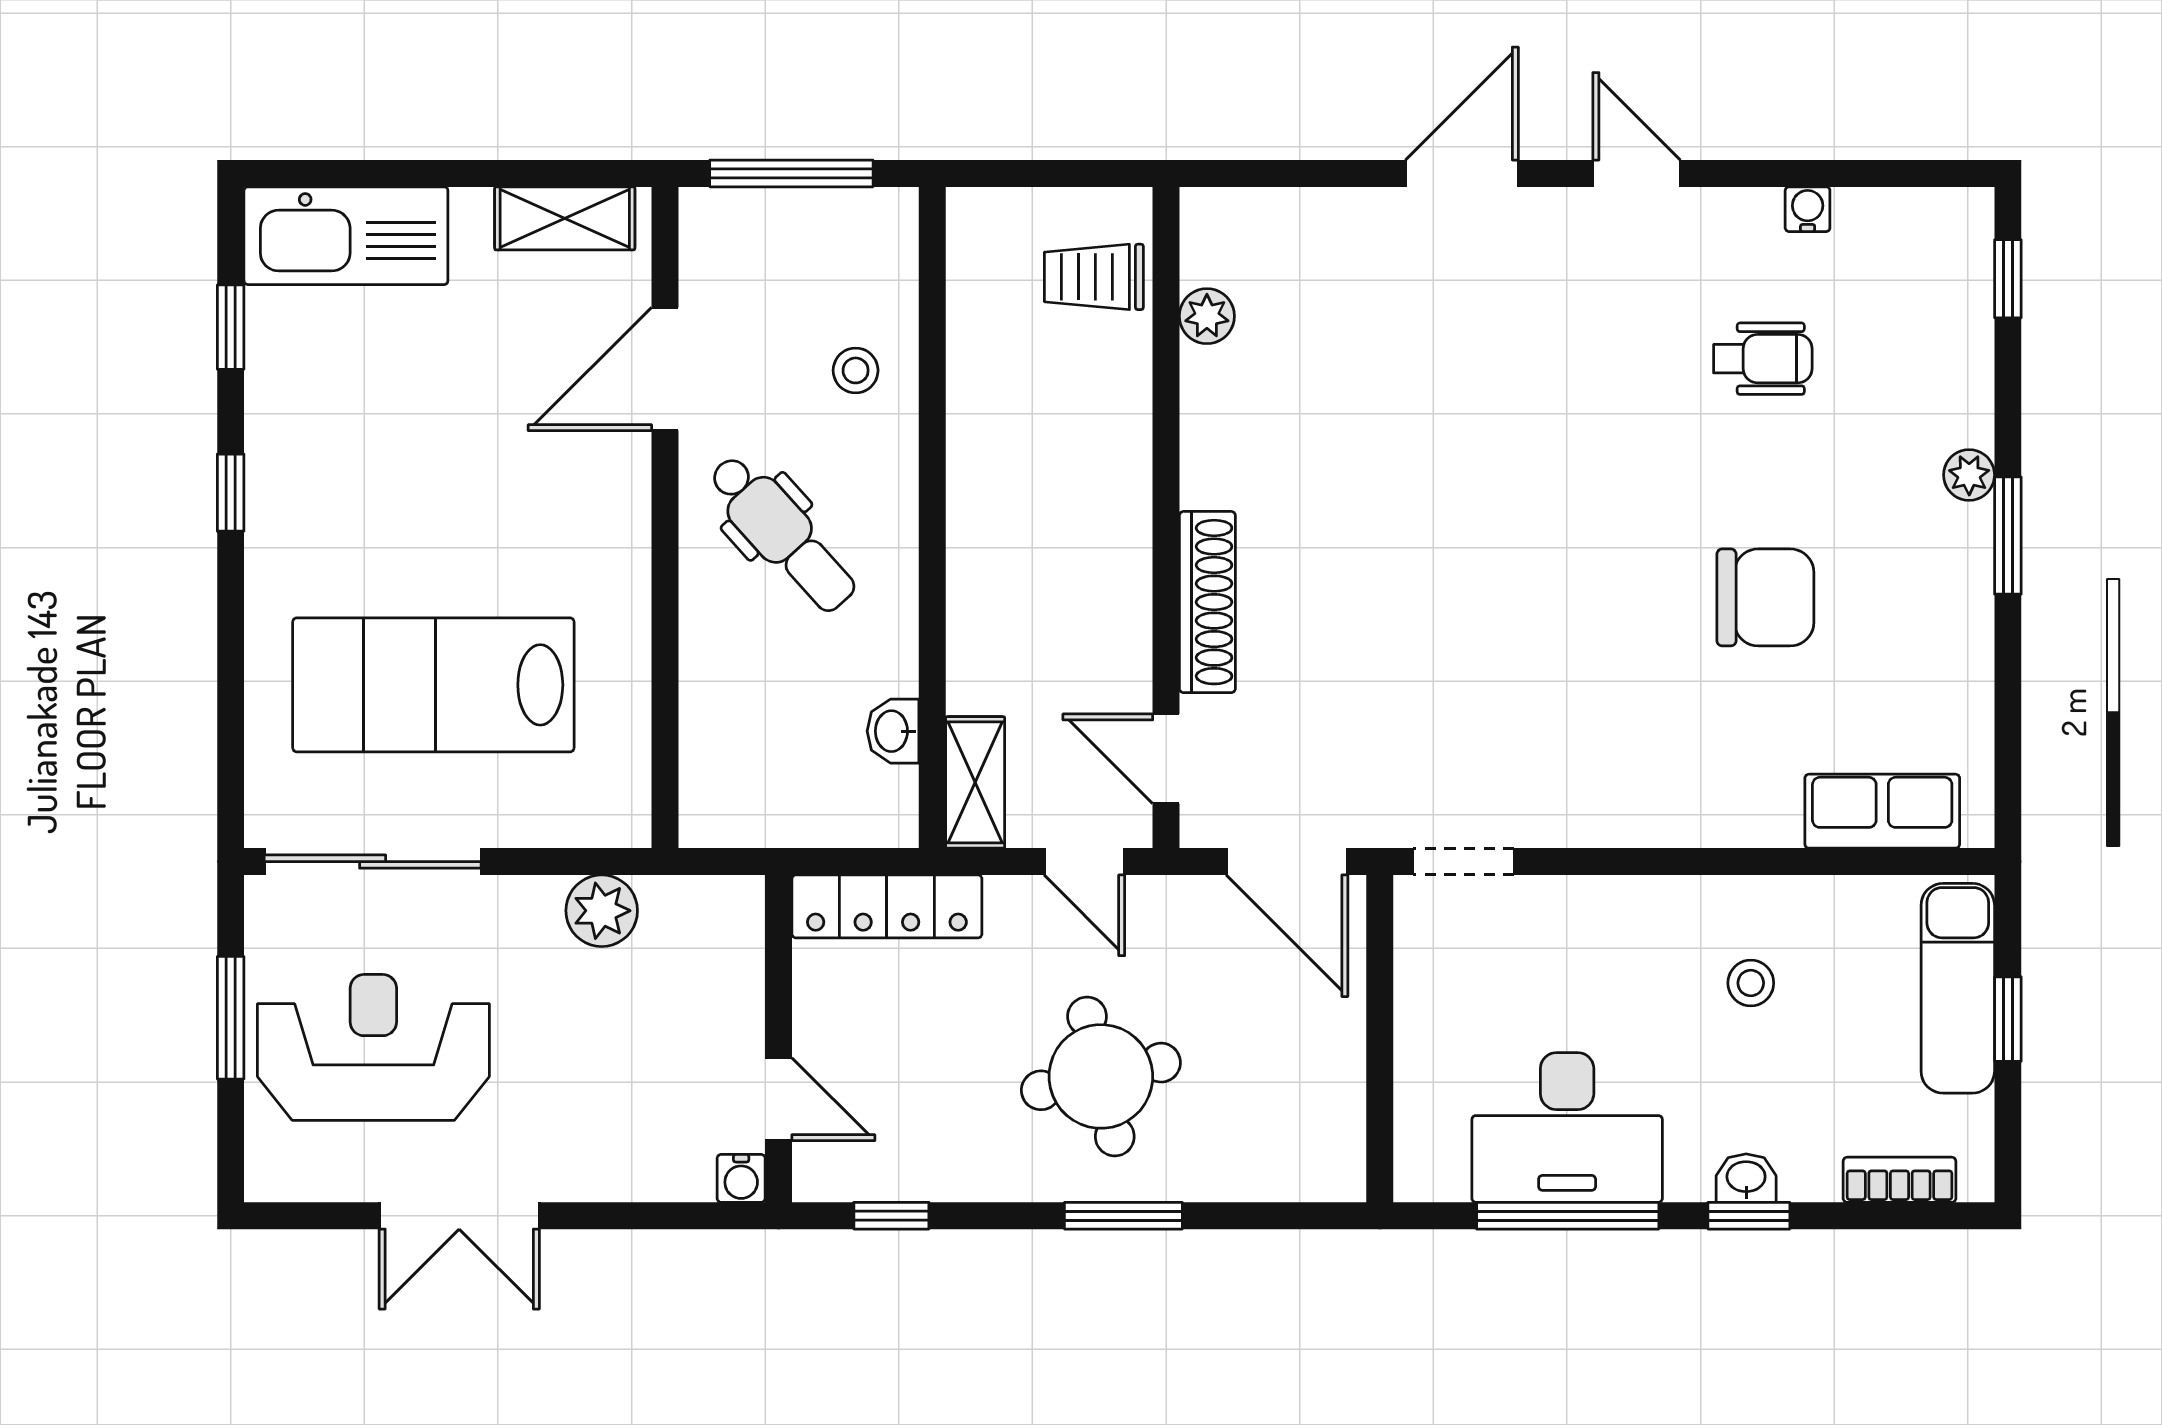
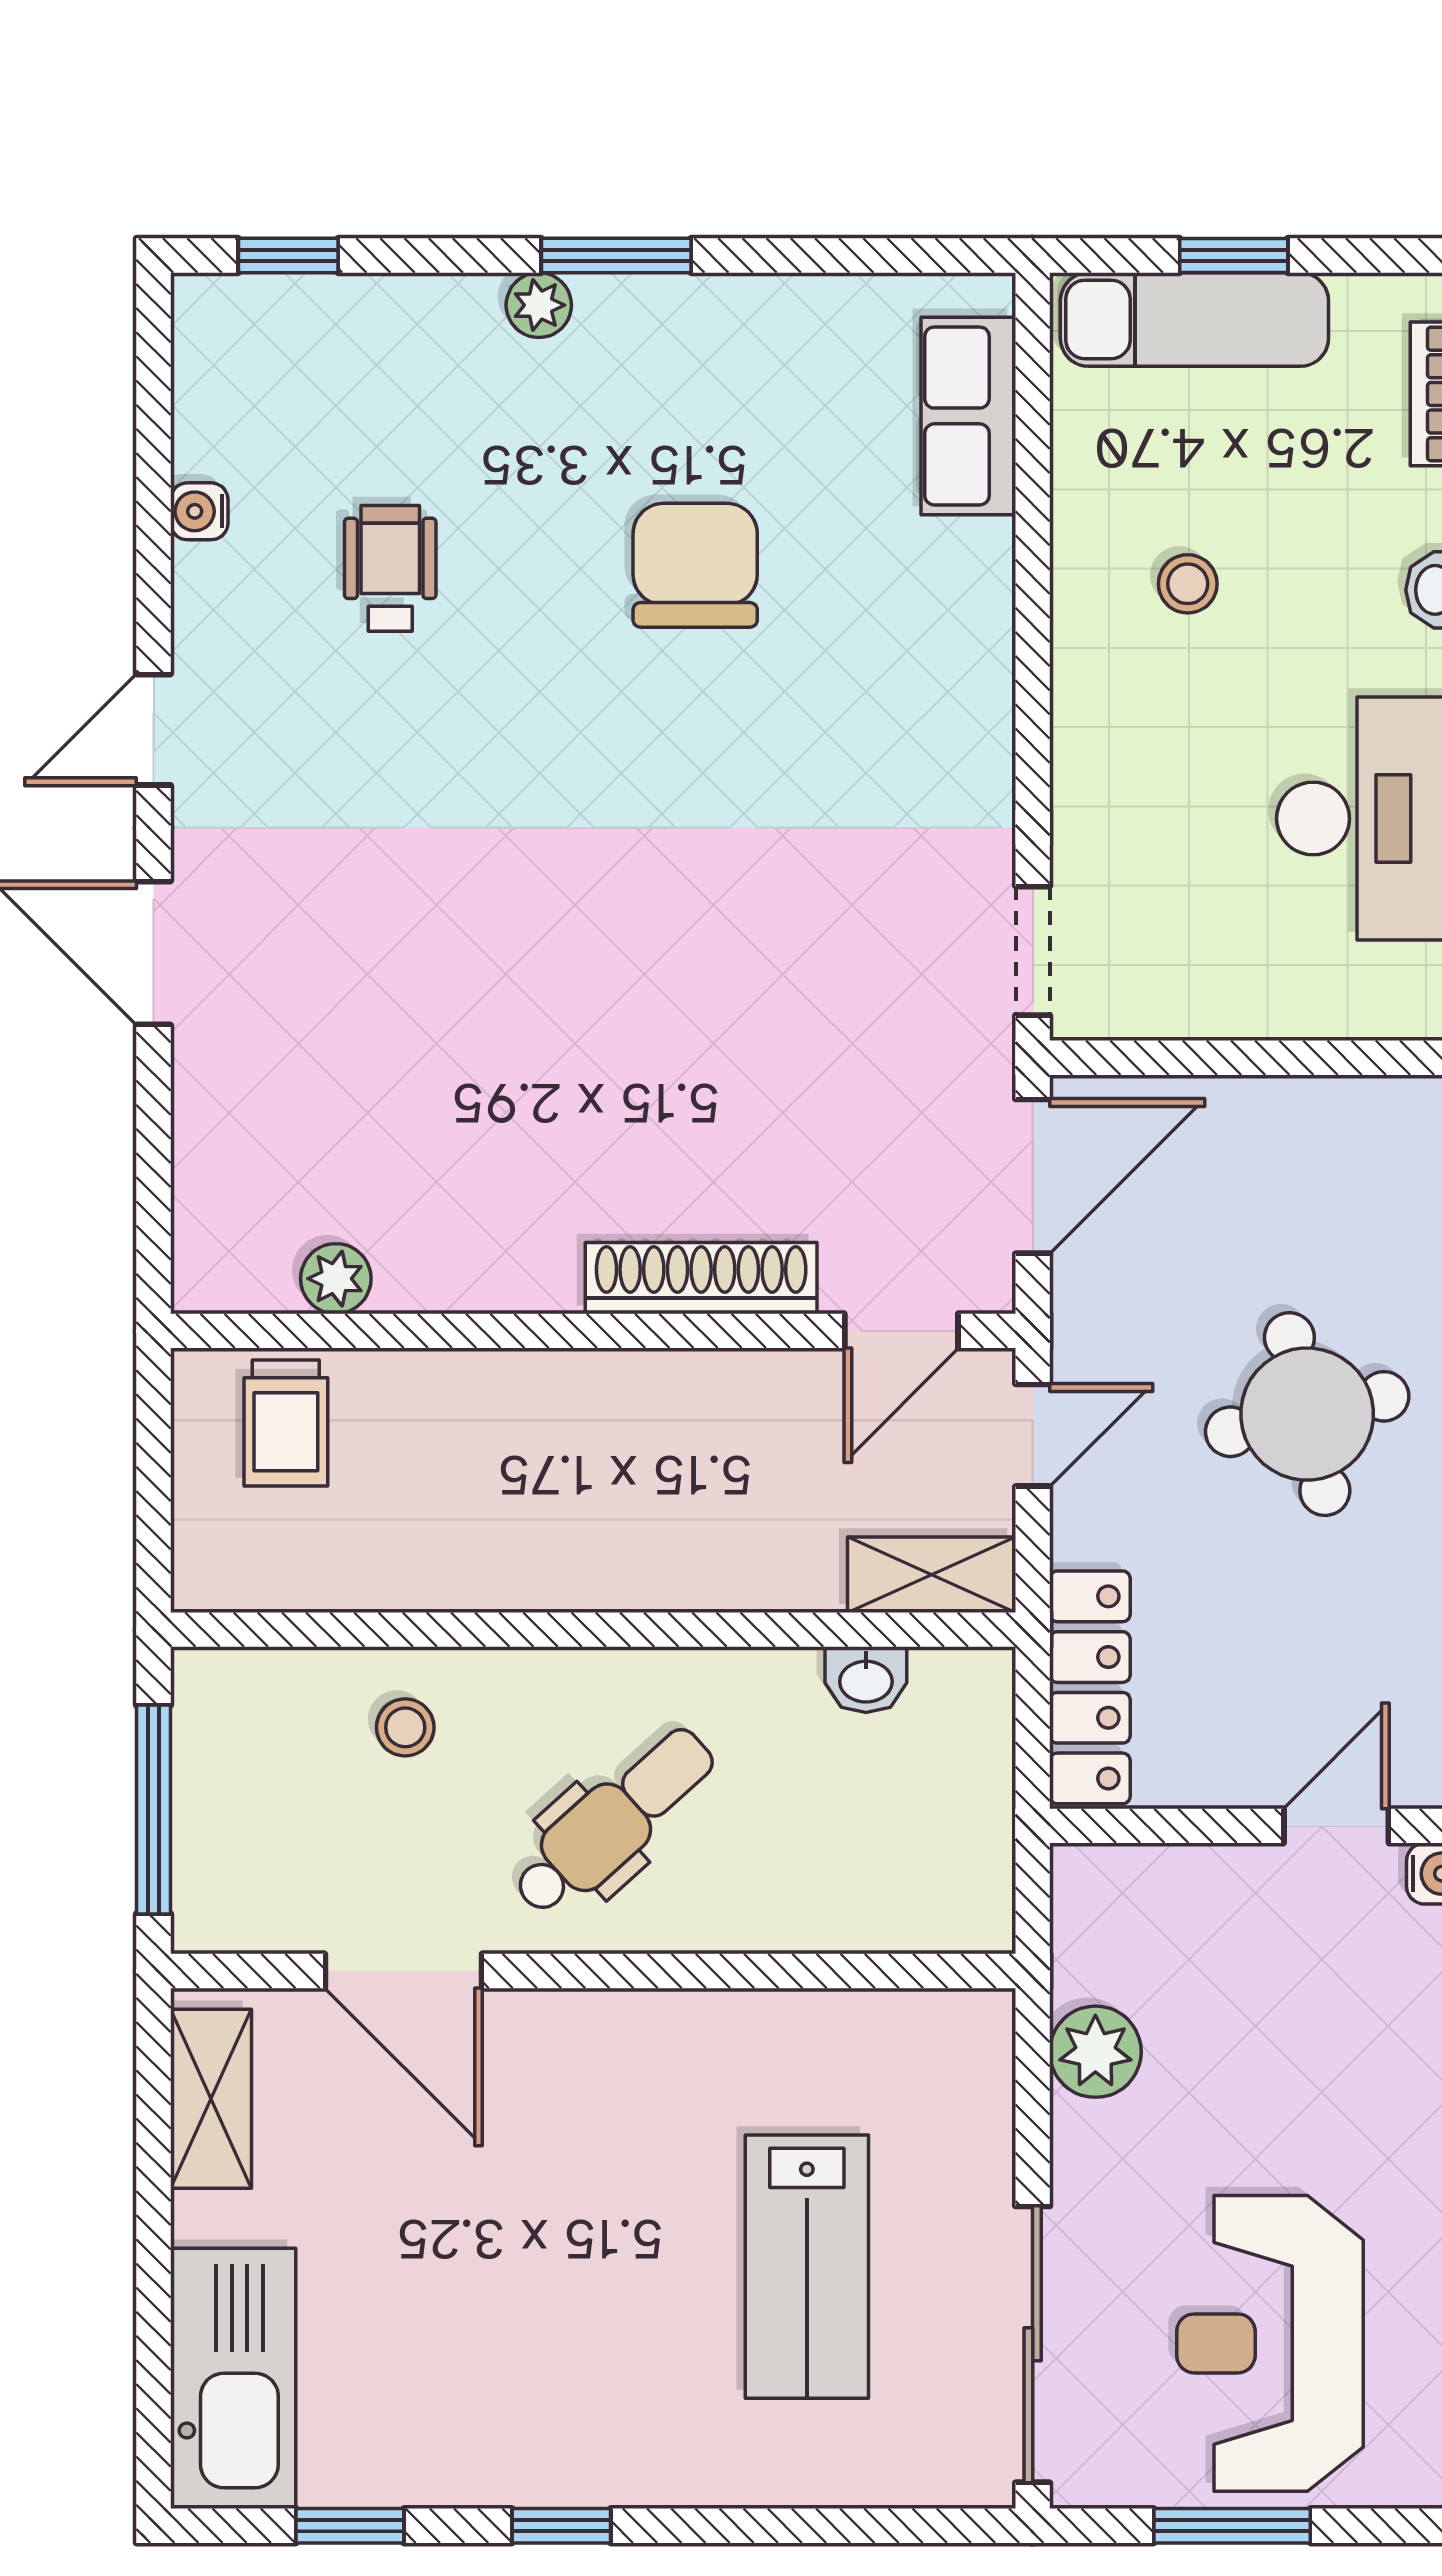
lab bench: (433, 685) -> (807, 2267), width x0.73, depth x0.72

